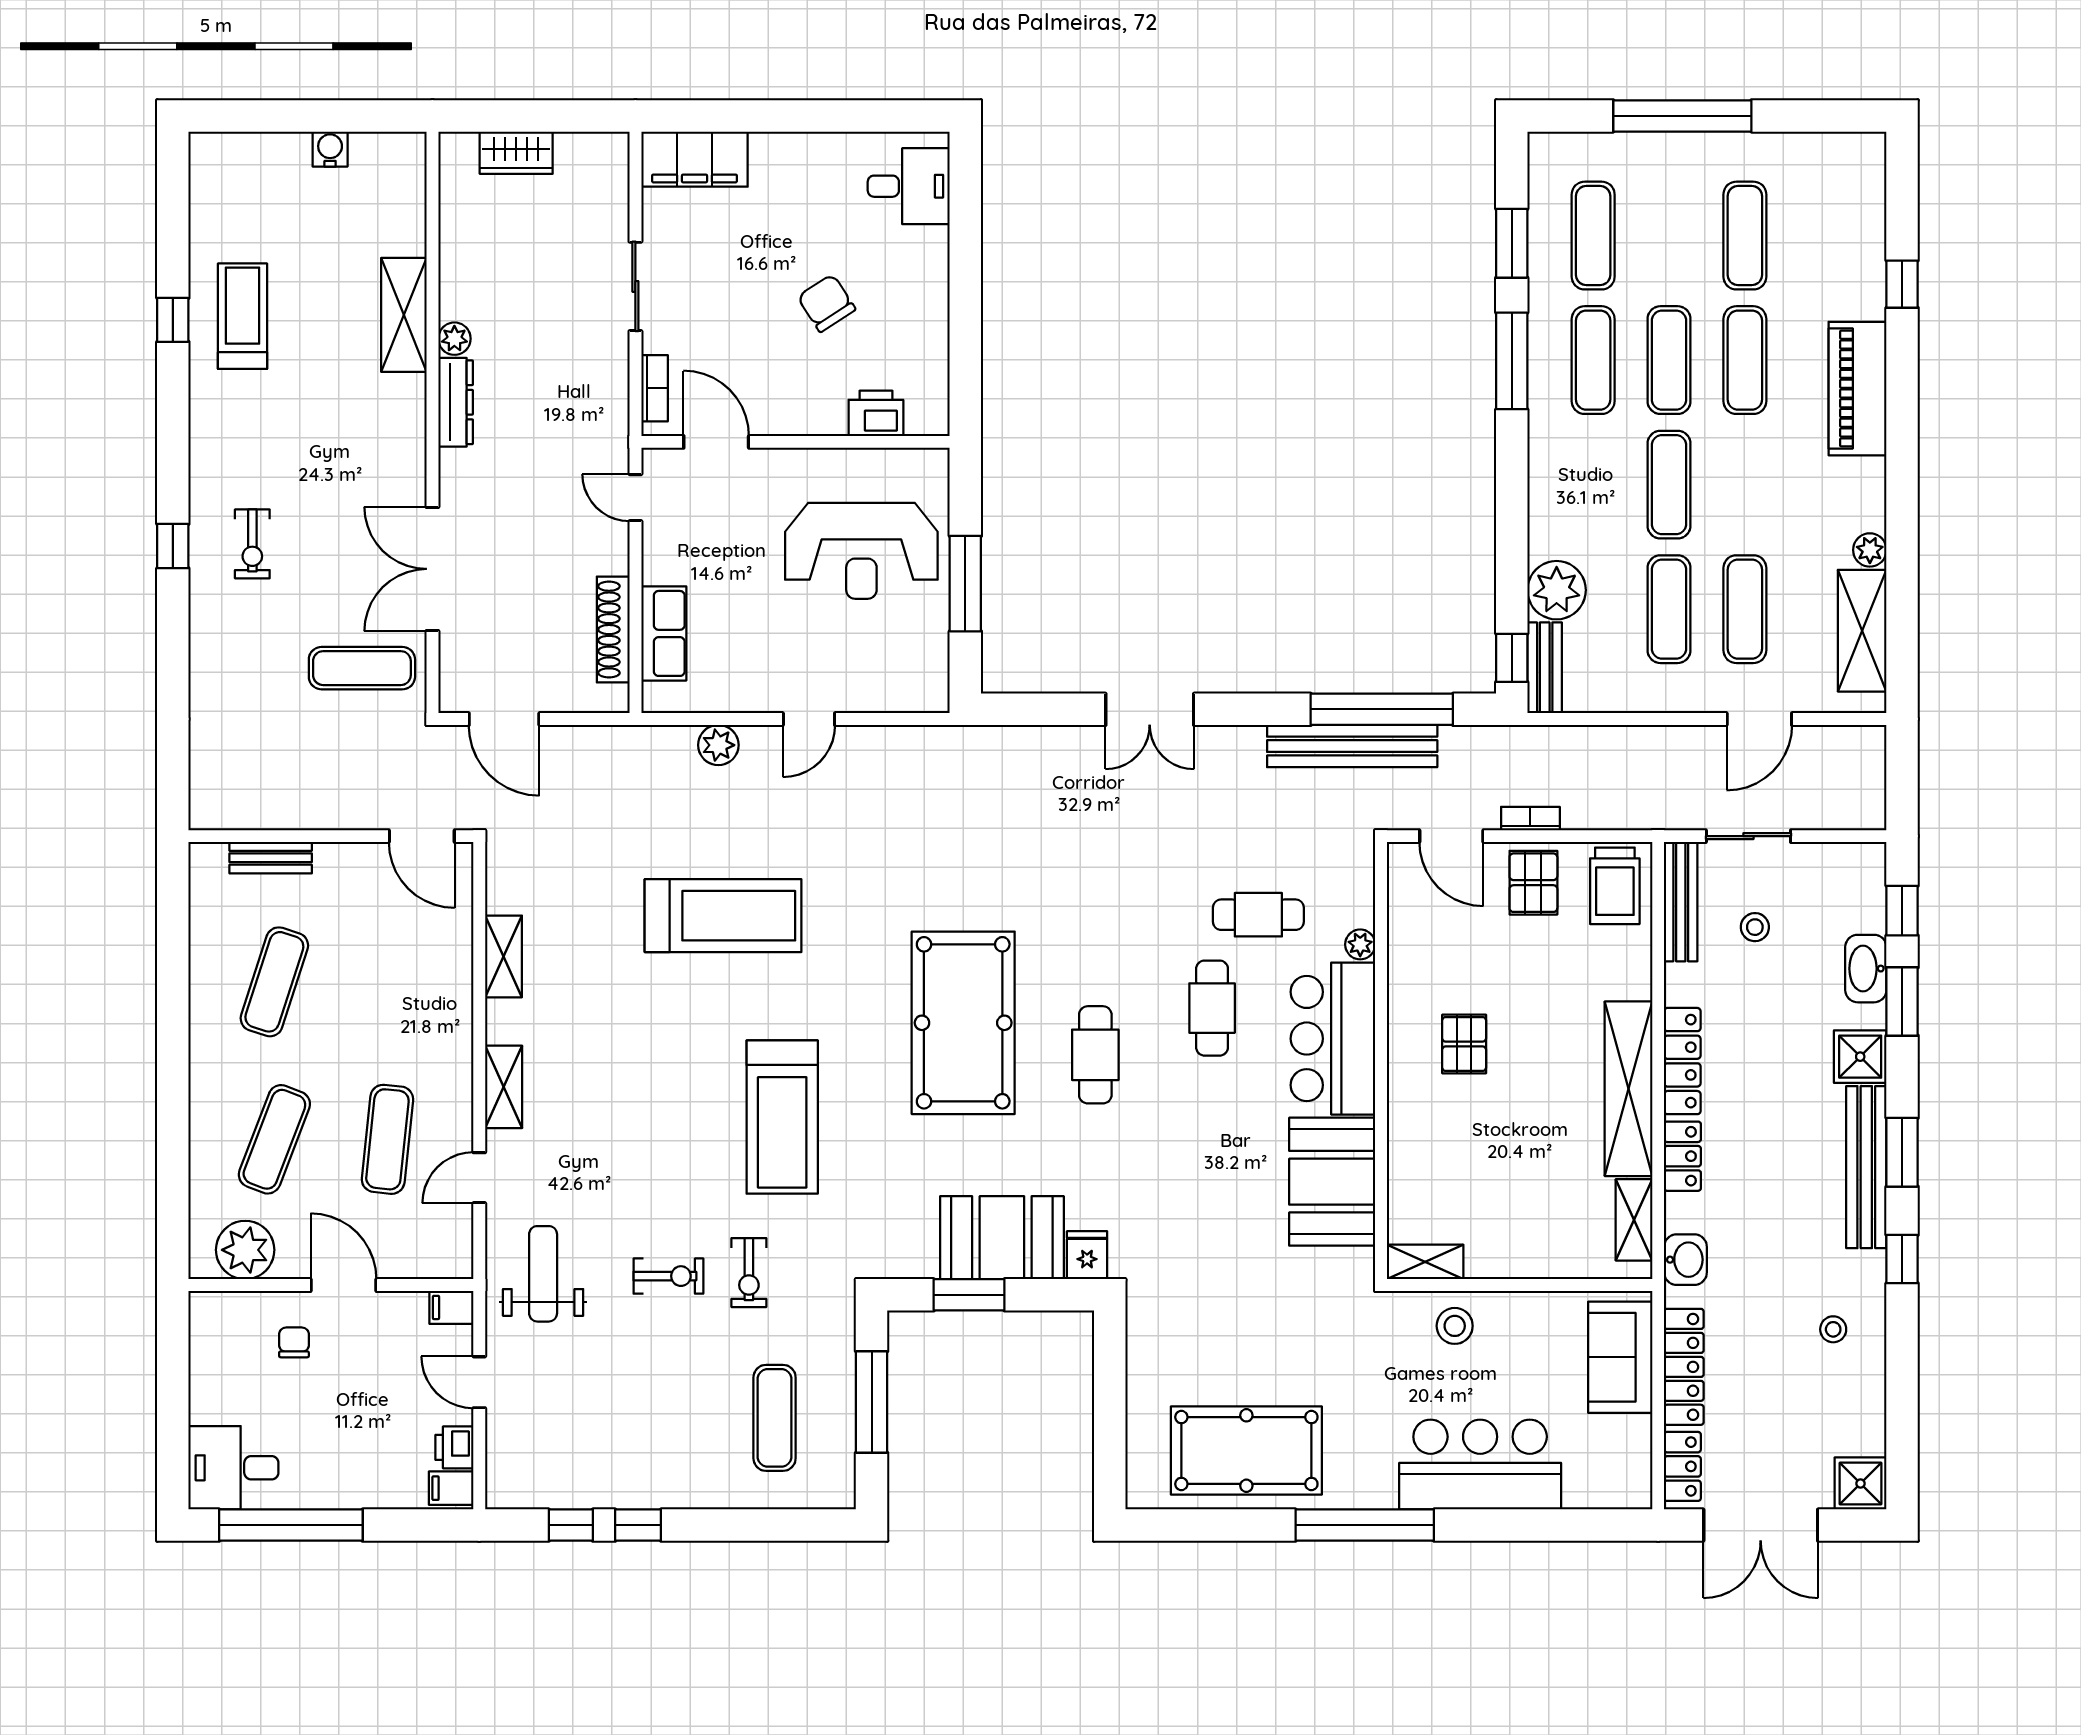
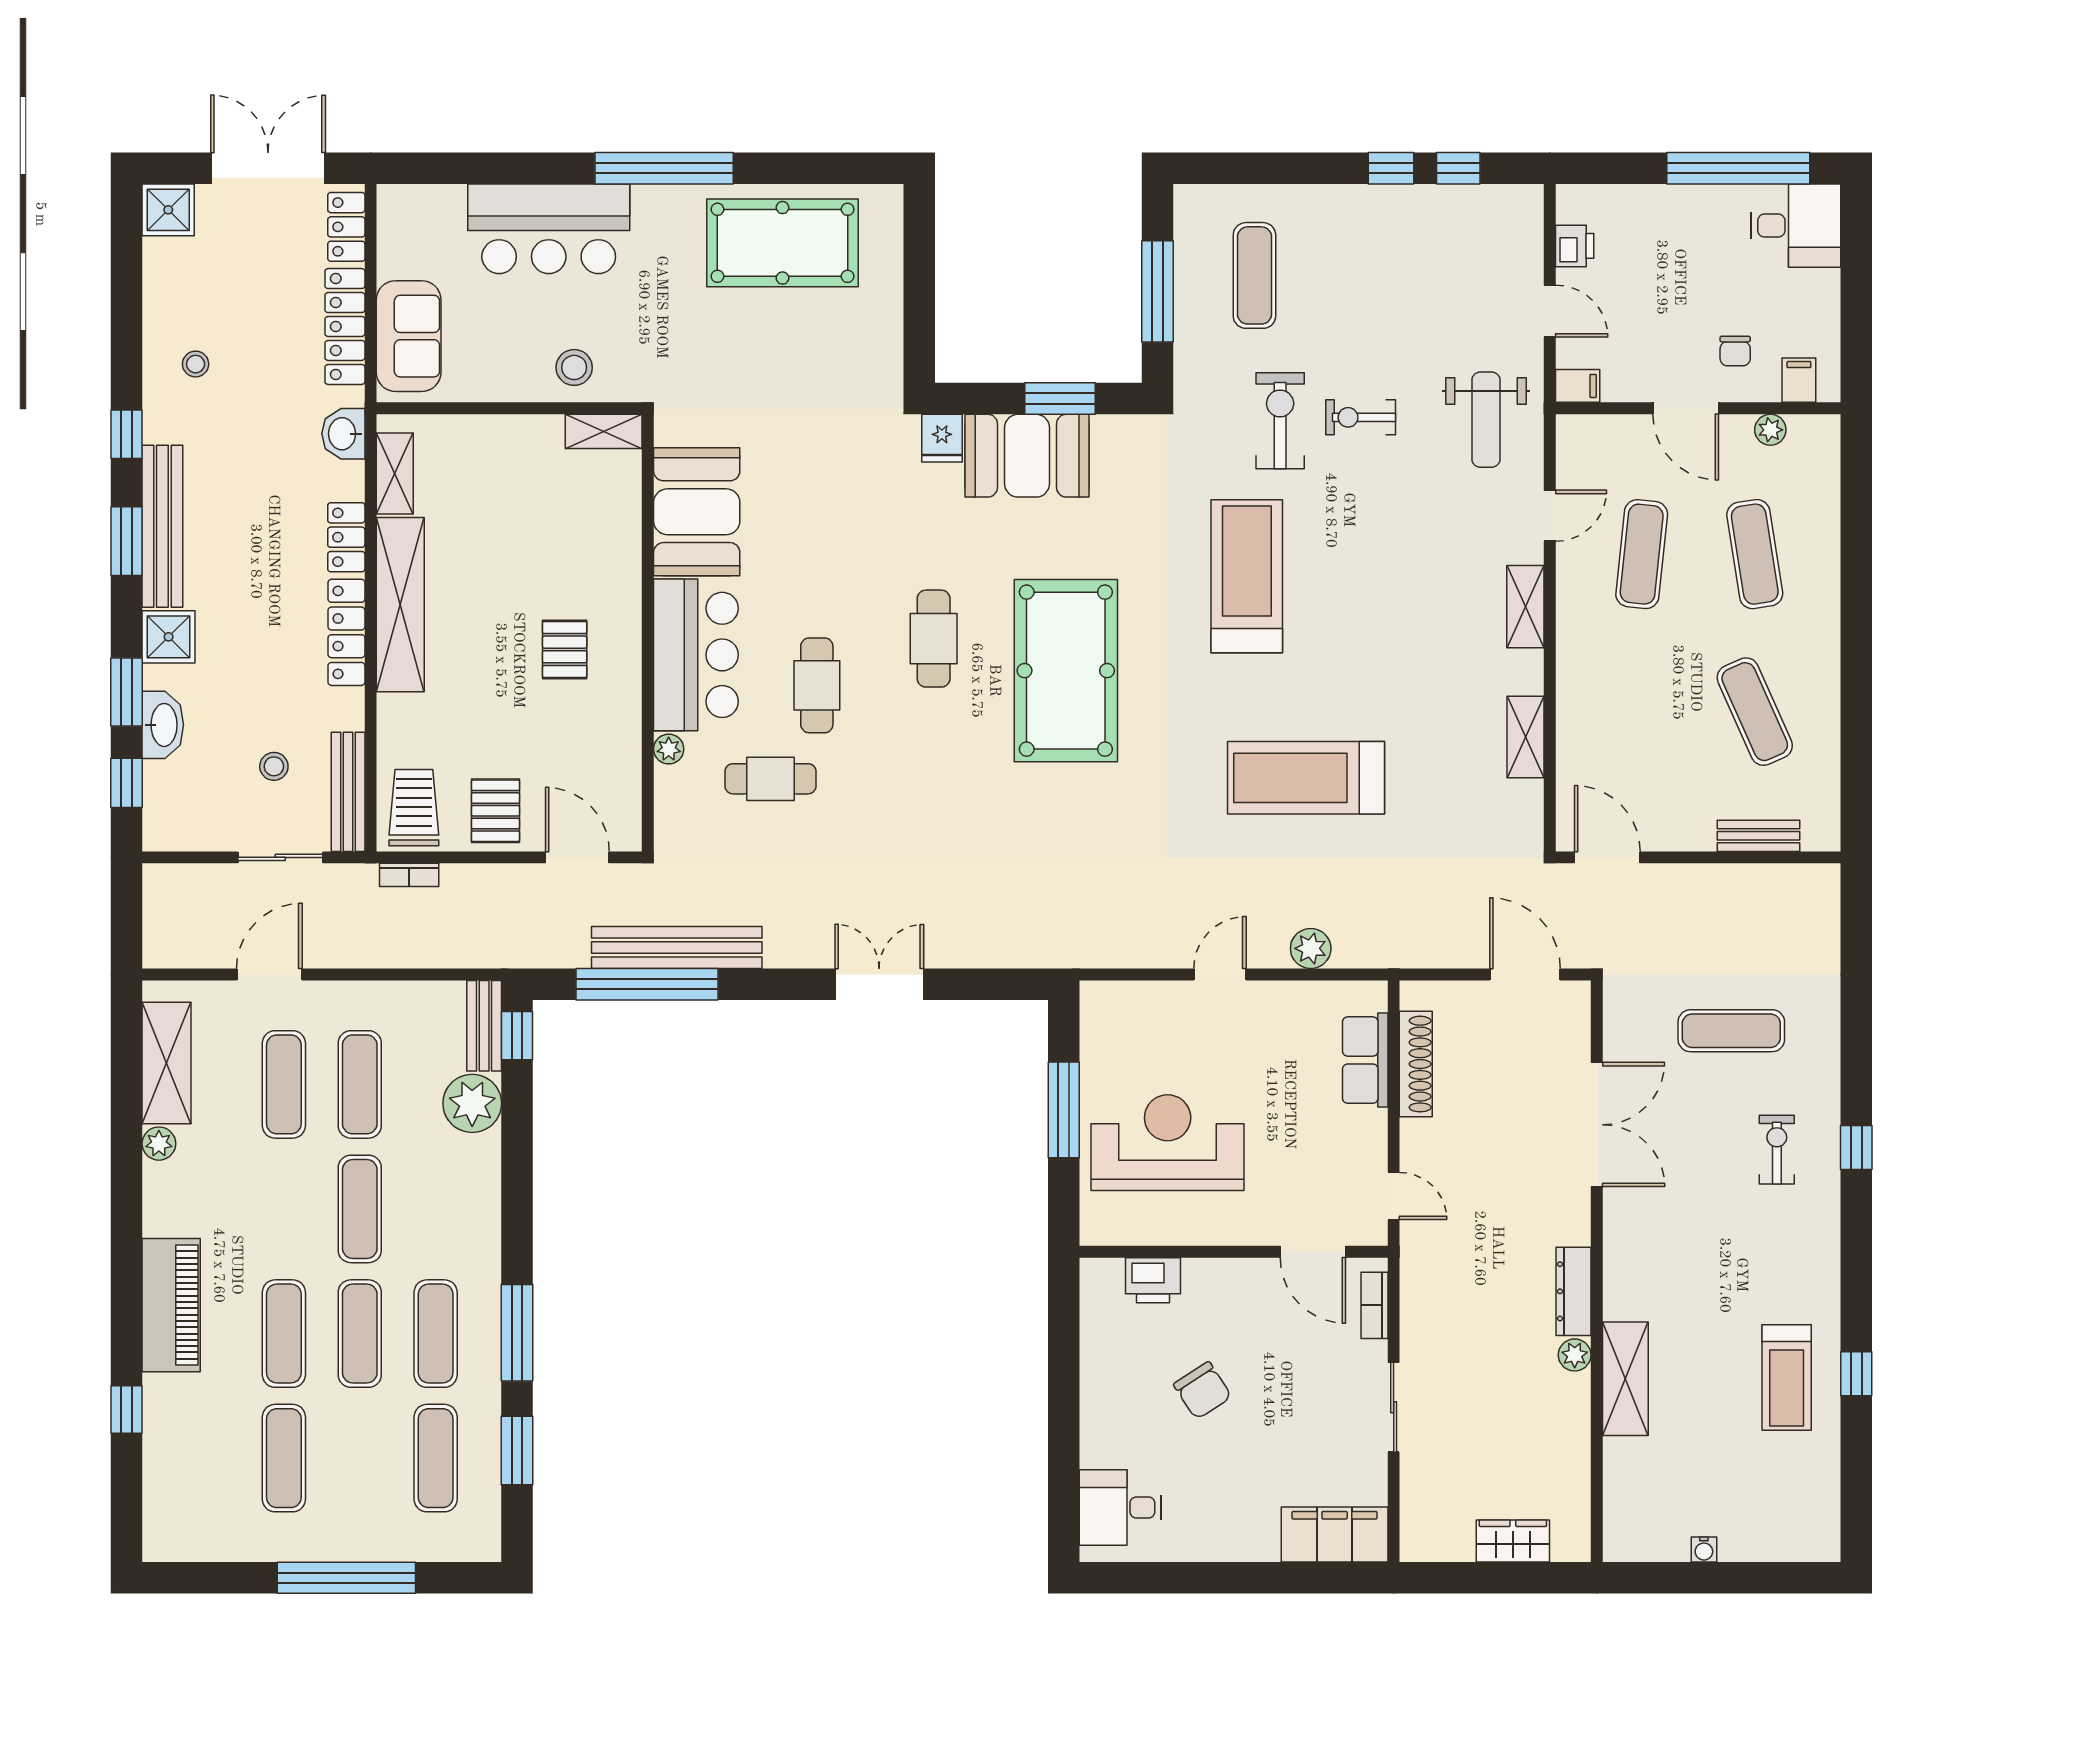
water cooler: (330, 149) -> (1704, 1549), width x0.72, depth x0.72
exercise mat: (362, 668) -> (1731, 1031), moved
bookcase: (1530, 819) -> (409, 875), moved
exercise mat: (274, 982) -> (1755, 712), turned -42
exercise mat: (274, 1139) -> (1755, 554), turned -30
plant: (245, 1250) -> (1770, 430), width x0.53, depth x0.53
exercise bike: (749, 1273) -> (1280, 421), width x1.38, depth x1.39
filing cabinet: (451, 1488) -> (1799, 380), moved, turned -90

